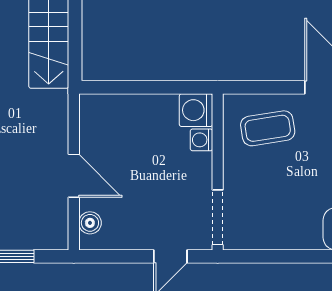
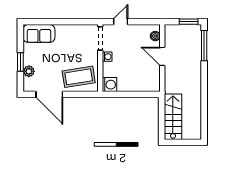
coffee table: (268, 128) -> (79, 77), width x1.36, depth x1.32
washing machine: (201, 140) -> (107, 57), moved

